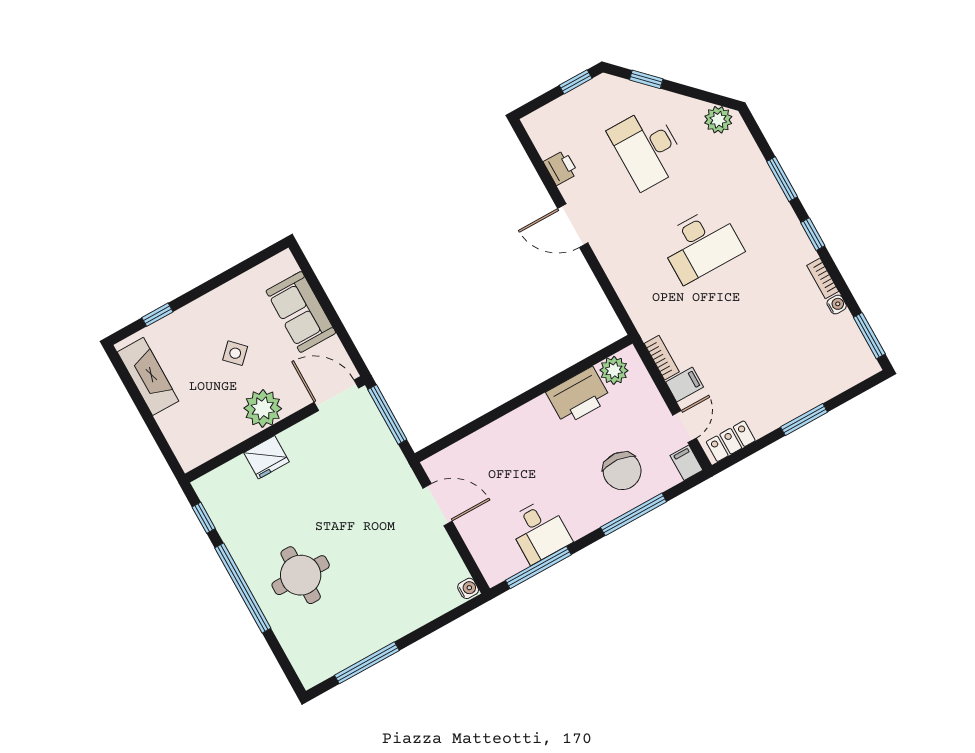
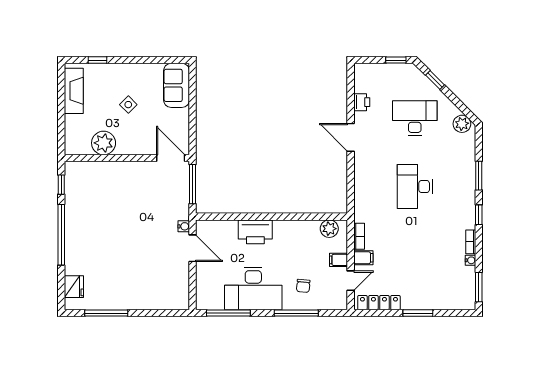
desk: (647, 148) -> (415, 118), turned 90
desk: (701, 245) -> (415, 187), turned 90
sofa: (301, 312) -> (177, 85), moved
printer: (579, 396) -> (255, 232), moved
plant: (263, 408) -> (104, 143), moved
locker: (731, 441) -> (379, 303), width x1.53
fridge: (266, 457) -> (74, 287), moved, turned -90
filing cabinet: (686, 463) -> (339, 260), moved, turned -90
chair: (622, 471) -> (303, 286), width x0.54, depth x0.54
desk: (539, 531) -> (253, 289), width x1.87, depth x1.30
round table: (301, 575) -> (97, 245), removed
water cooler: (468, 588) -> (184, 226), moved

